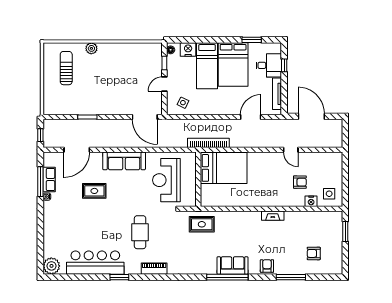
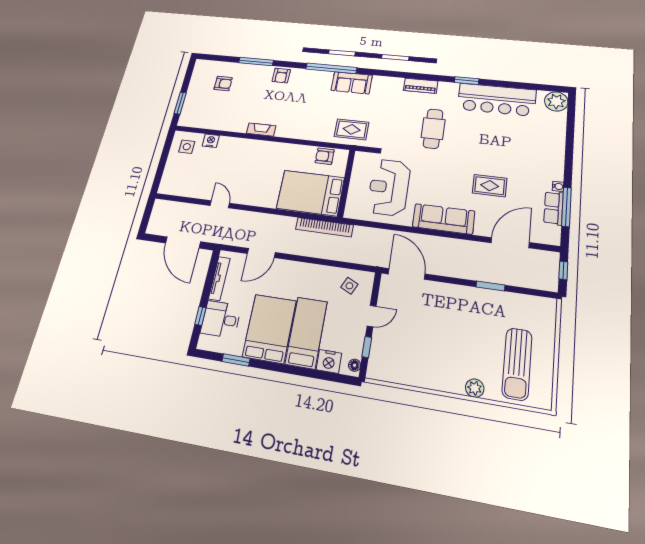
sun lounger: (66, 68) -> (517, 364), width x1.36, depth x1.34
reception desk: (166, 180) -> (389, 187), turned 180
armchair: (300, 182) -> (325, 156), moved
sofa: (233, 265) -> (352, 83), moved

